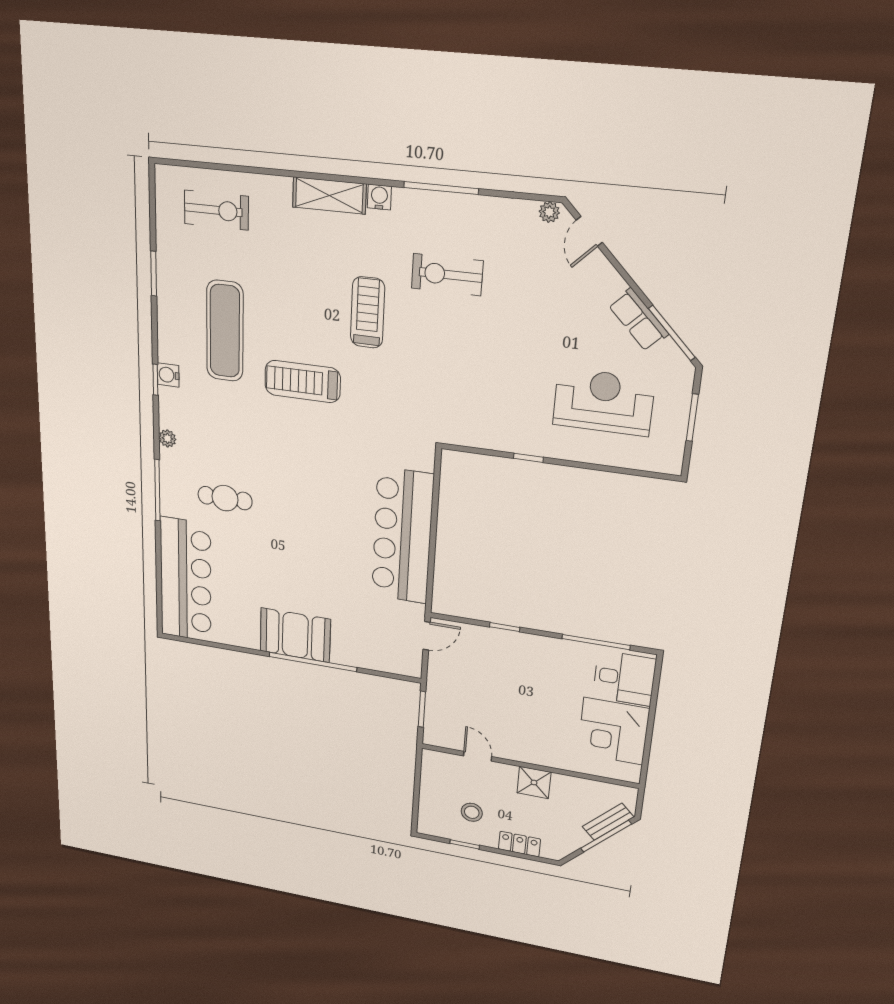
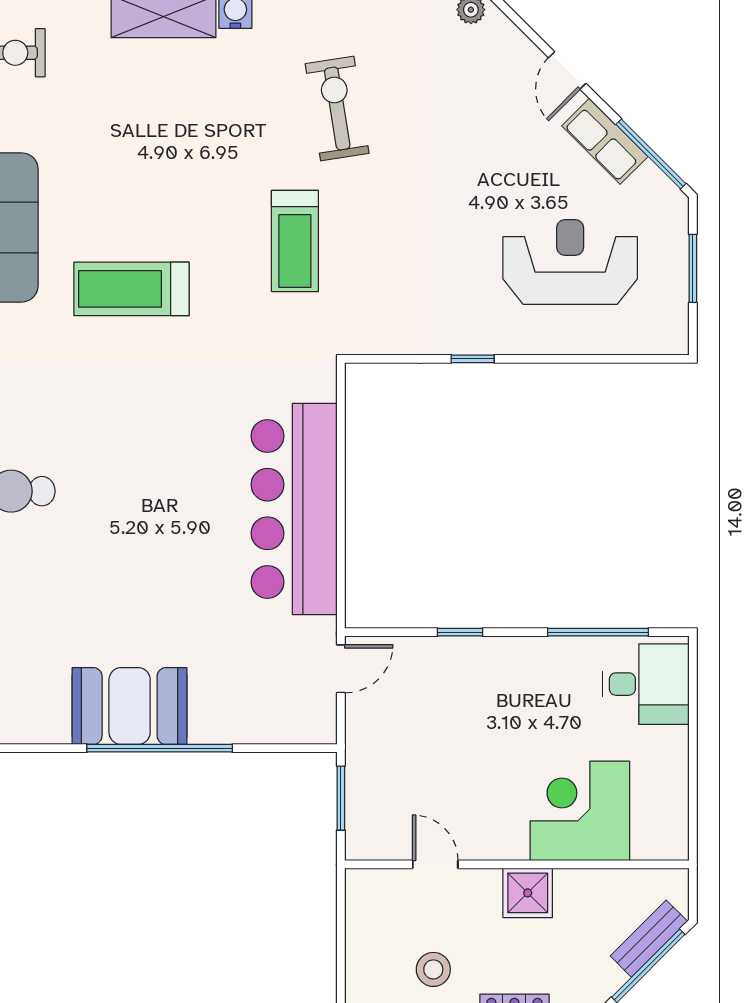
door: (589, 231) -> (567, 70), moved
exercise bike: (447, 275) -> (337, 109), turned 81
treadmill: (368, 312) -> (295, 241), moved, turned 180
corner desk: (613, 731) -> (580, 811), moved, turned 90

